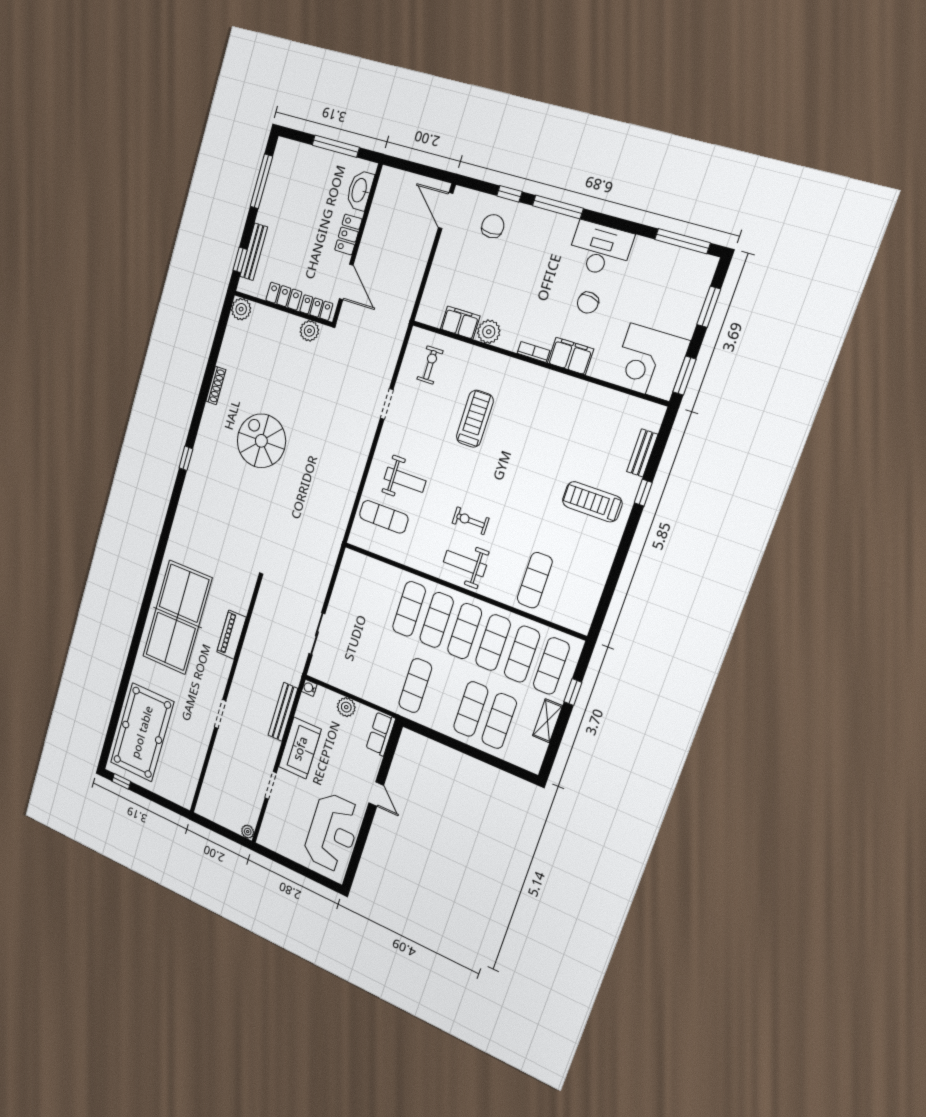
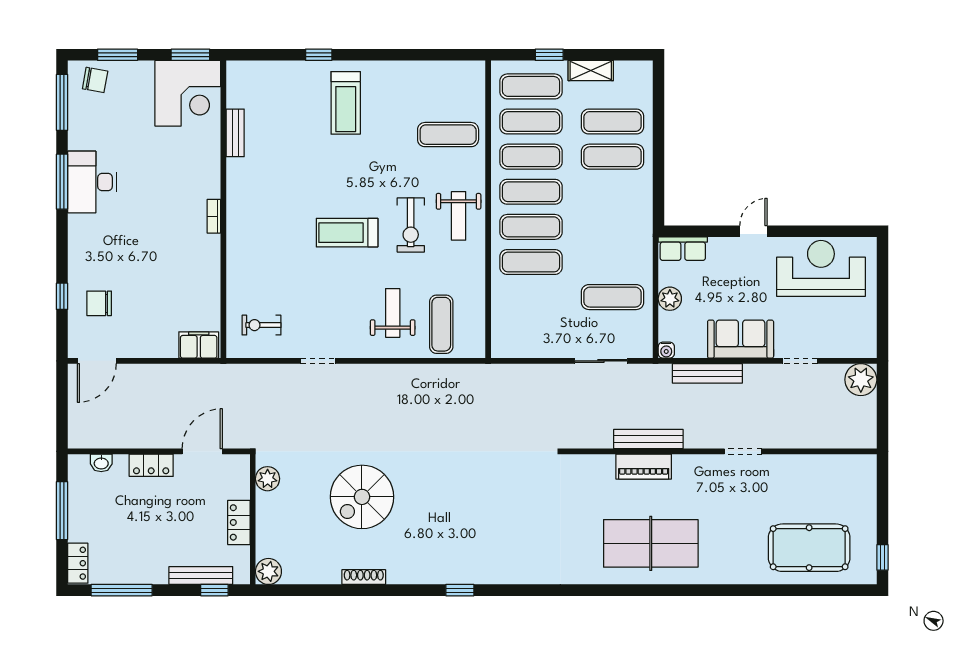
washbasin: (360, 190) -> (101, 463), width x0.52, depth x0.69
window: (558, 207) -> (62, 182), moved
chair: (588, 303) -> (95, 80), moved
locker: (316, 308) -> (78, 563), moved, turned 180
filing cabinet: (460, 323) -> (199, 345), moved, turned 90
plant: (489, 332) -> (208, 271), removed
filing cabinet: (571, 356) -> (206, 176), removed
treadmill: (475, 419) -> (347, 233), moved
spiral stairs: (261, 441) -> (362, 497), moved
bench: (642, 453) -> (235, 133), moved, turned 90
exercise bike: (471, 521) -> (411, 225), width x1.38, depth x1.39
table tennis table: (177, 617) -> (651, 543), width x0.73, depth x0.76
bench: (250, 647) -> (648, 439), added
exercise mat: (415, 686) -> (613, 297), moved
pool table: (142, 732) -> (809, 548), width x0.73, depth x0.76
plant: (248, 832) -> (861, 380), width x1.88, depth x1.88

